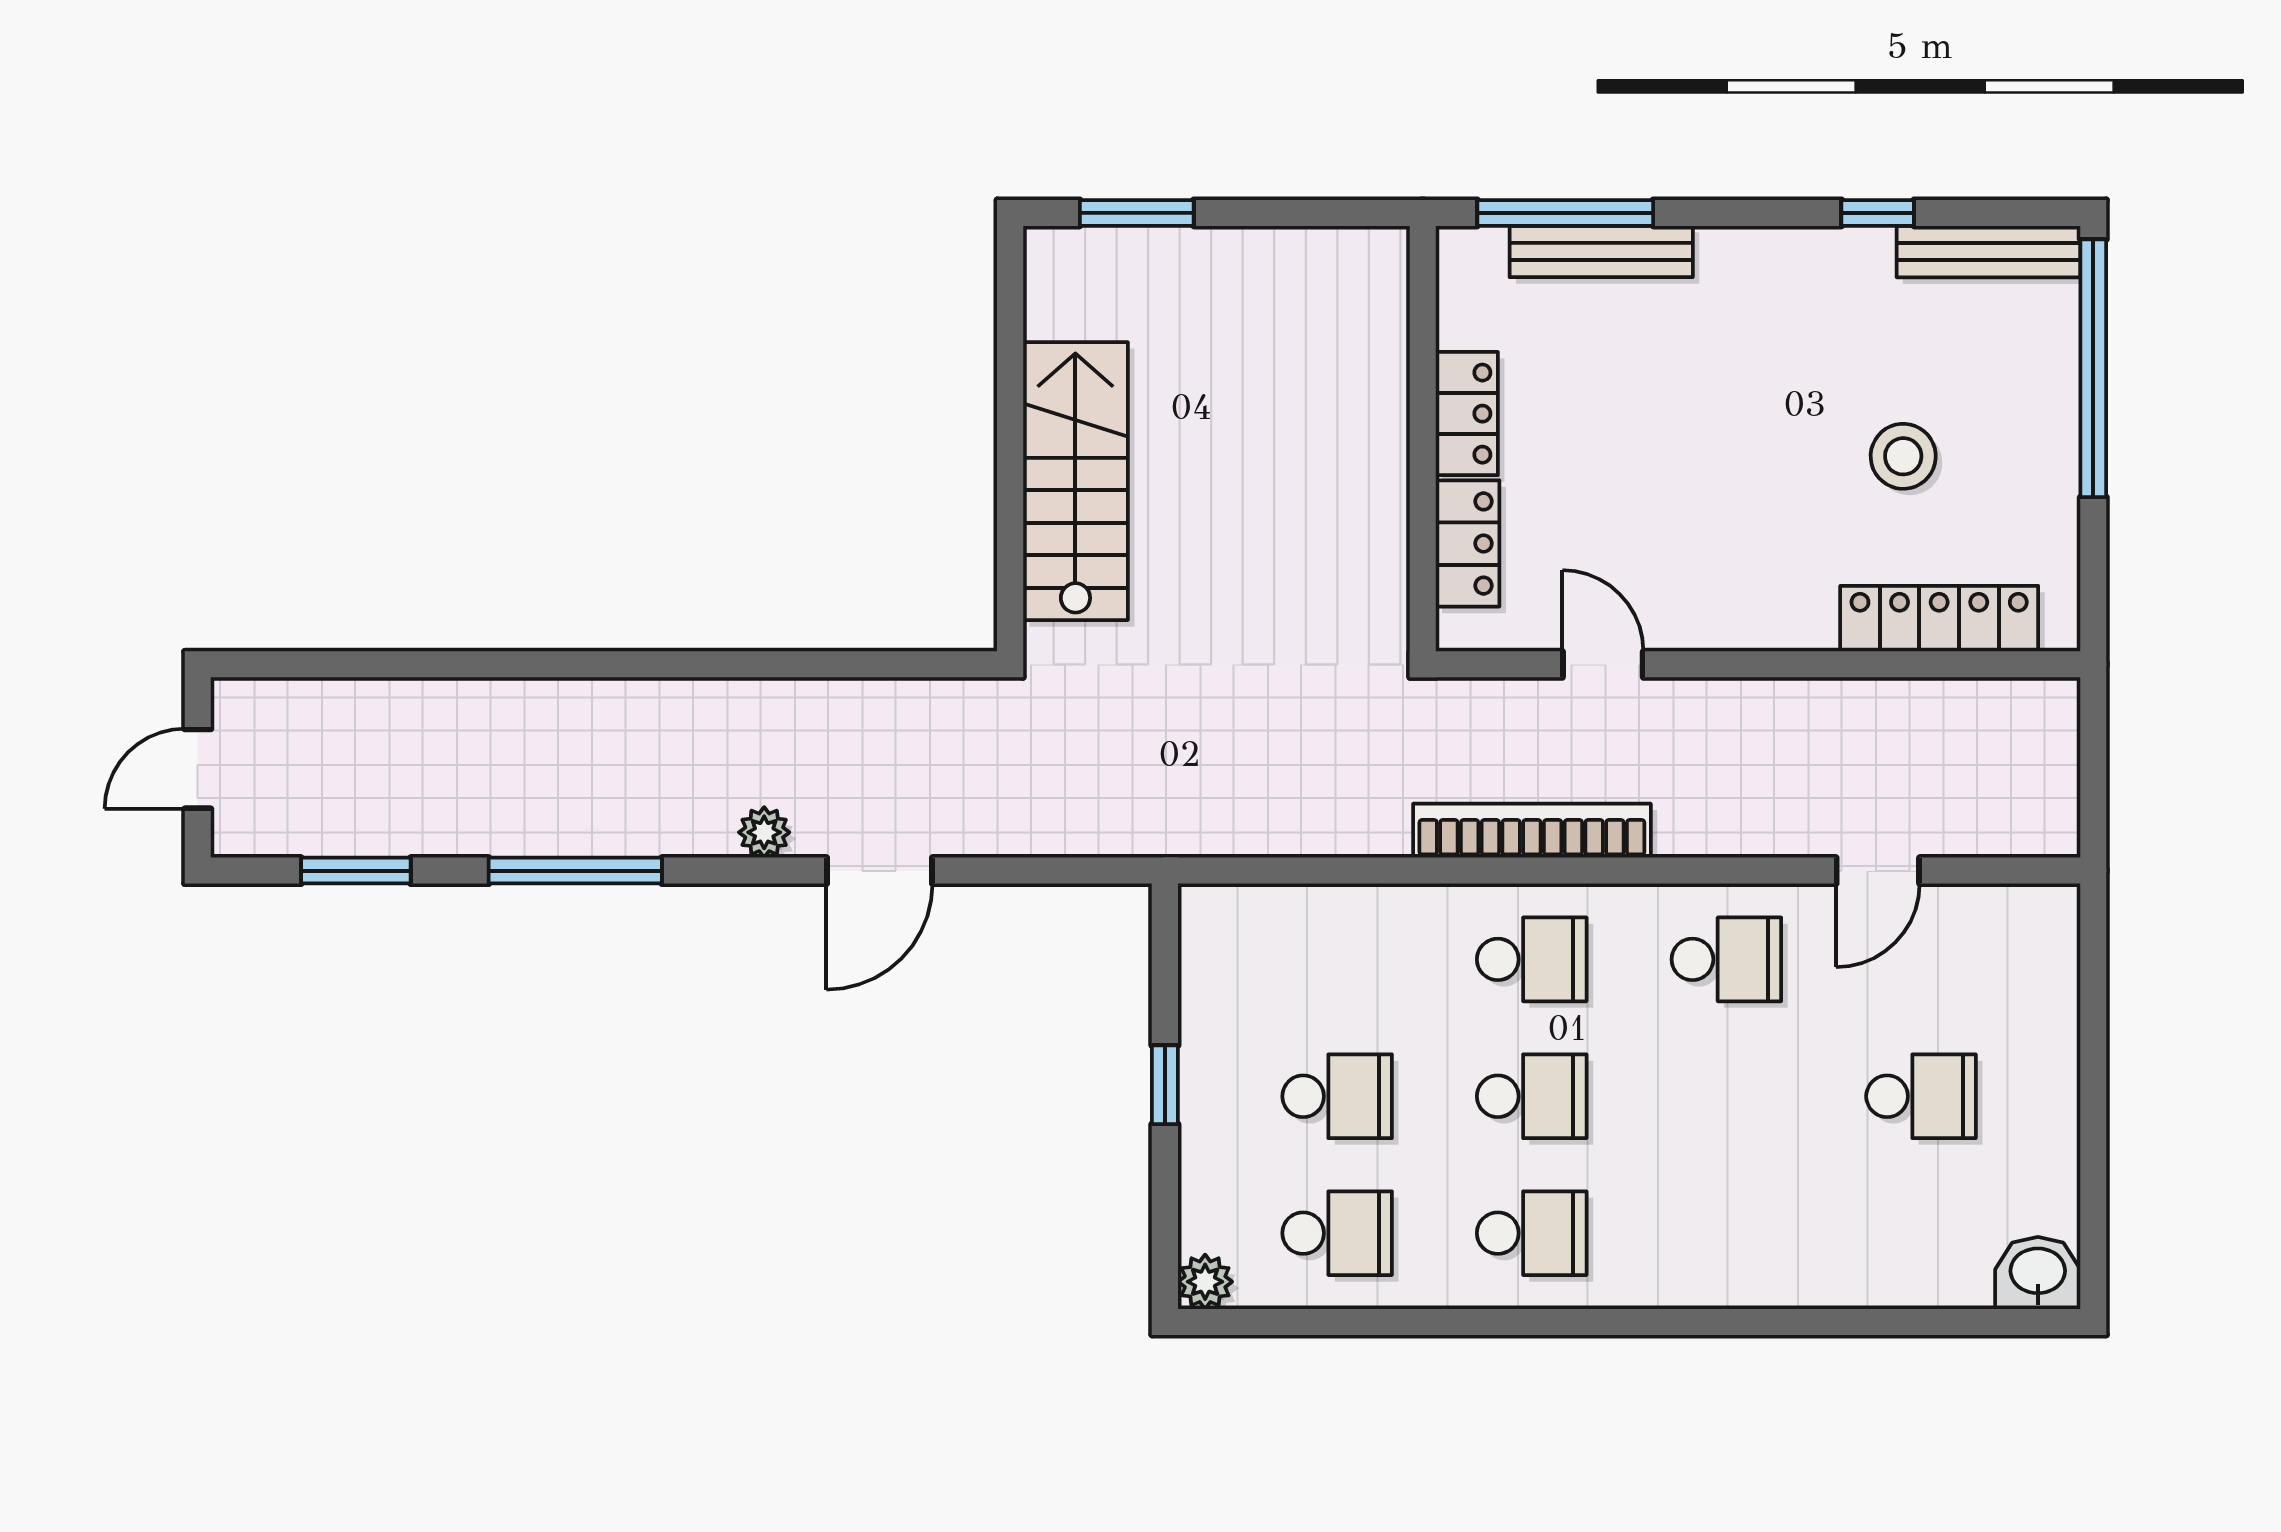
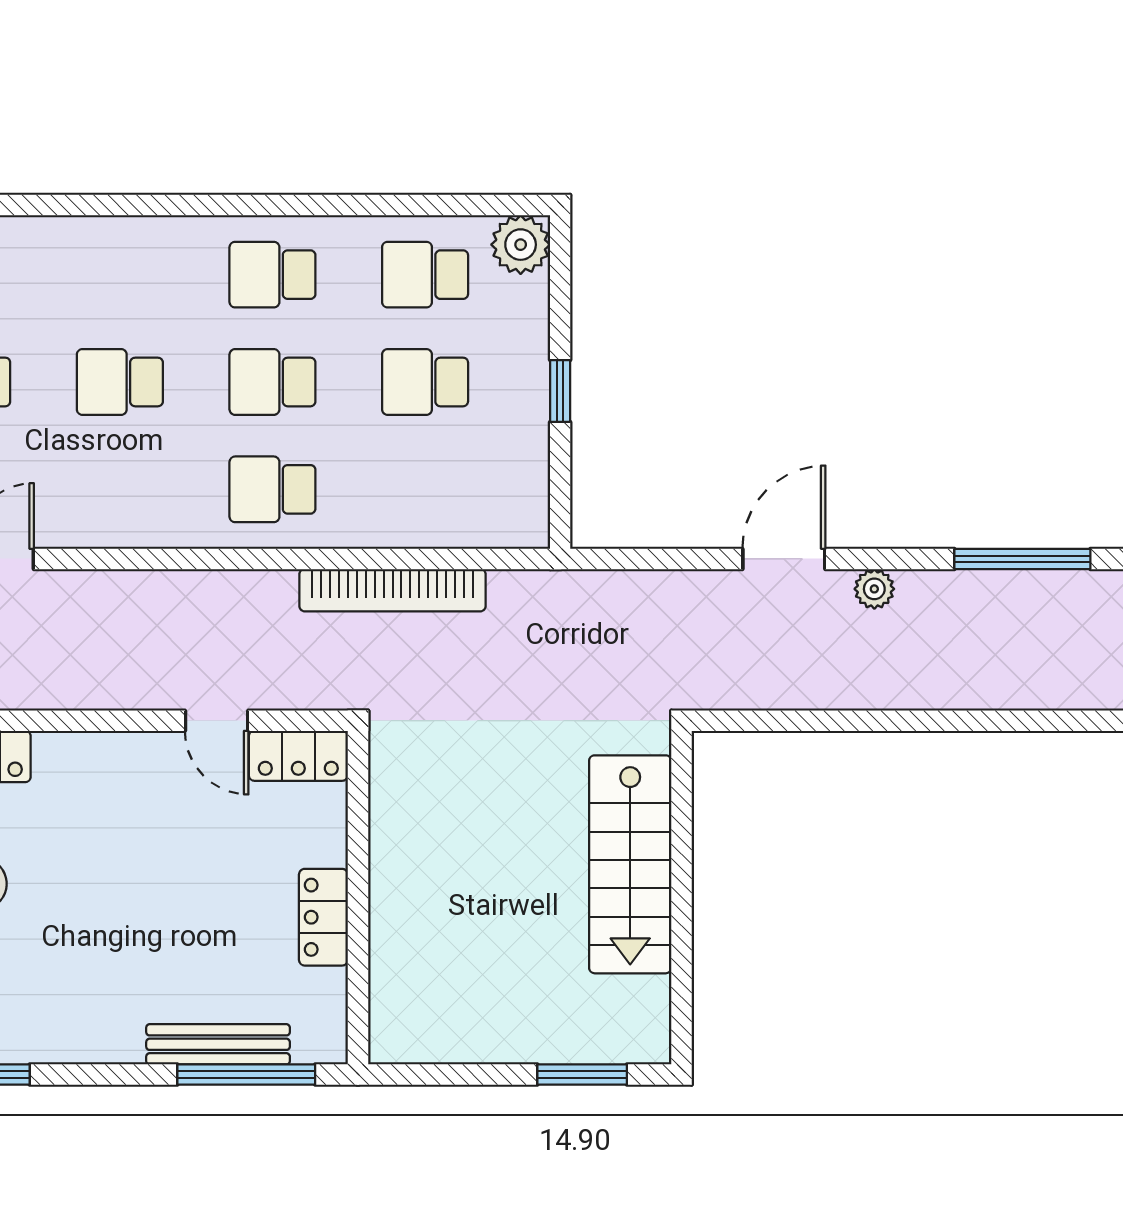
locker: (1468, 543) -> (298, 756), moved, turned -90
bookcase: (1532, 831) -> (393, 590), moved
school desk: (1726, 959) -> (120, 382), moved
plant: (1205, 1282) -> (521, 245), width x1.38, depth x1.38

